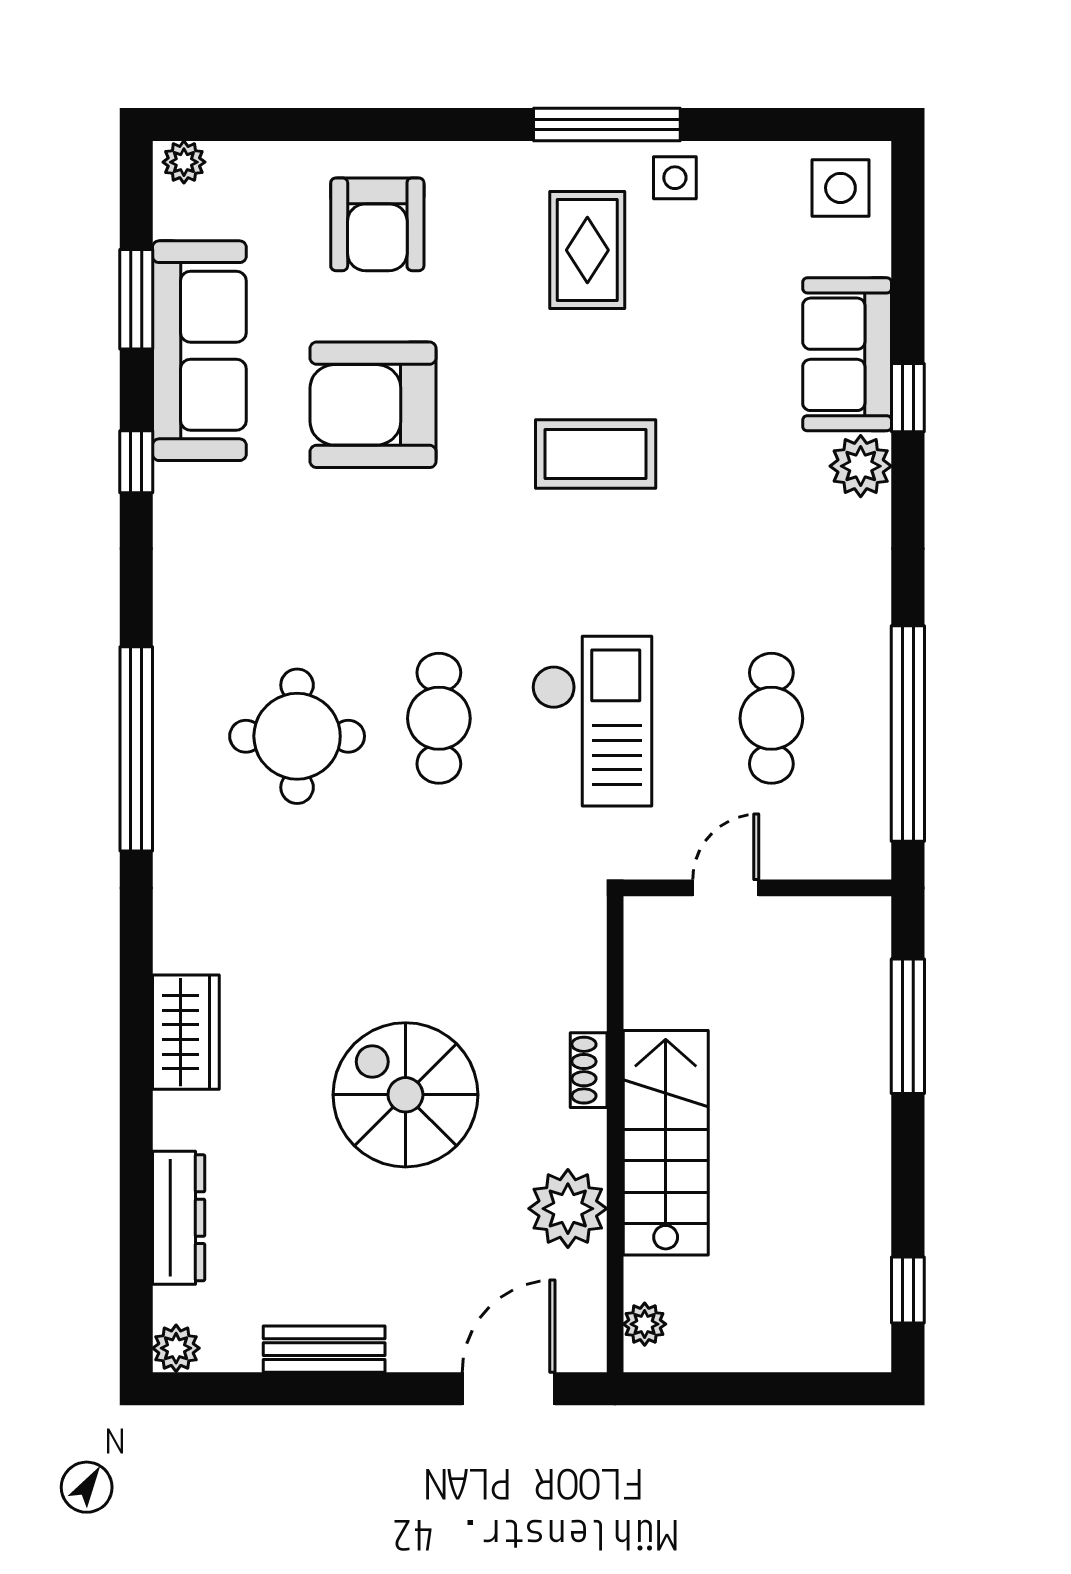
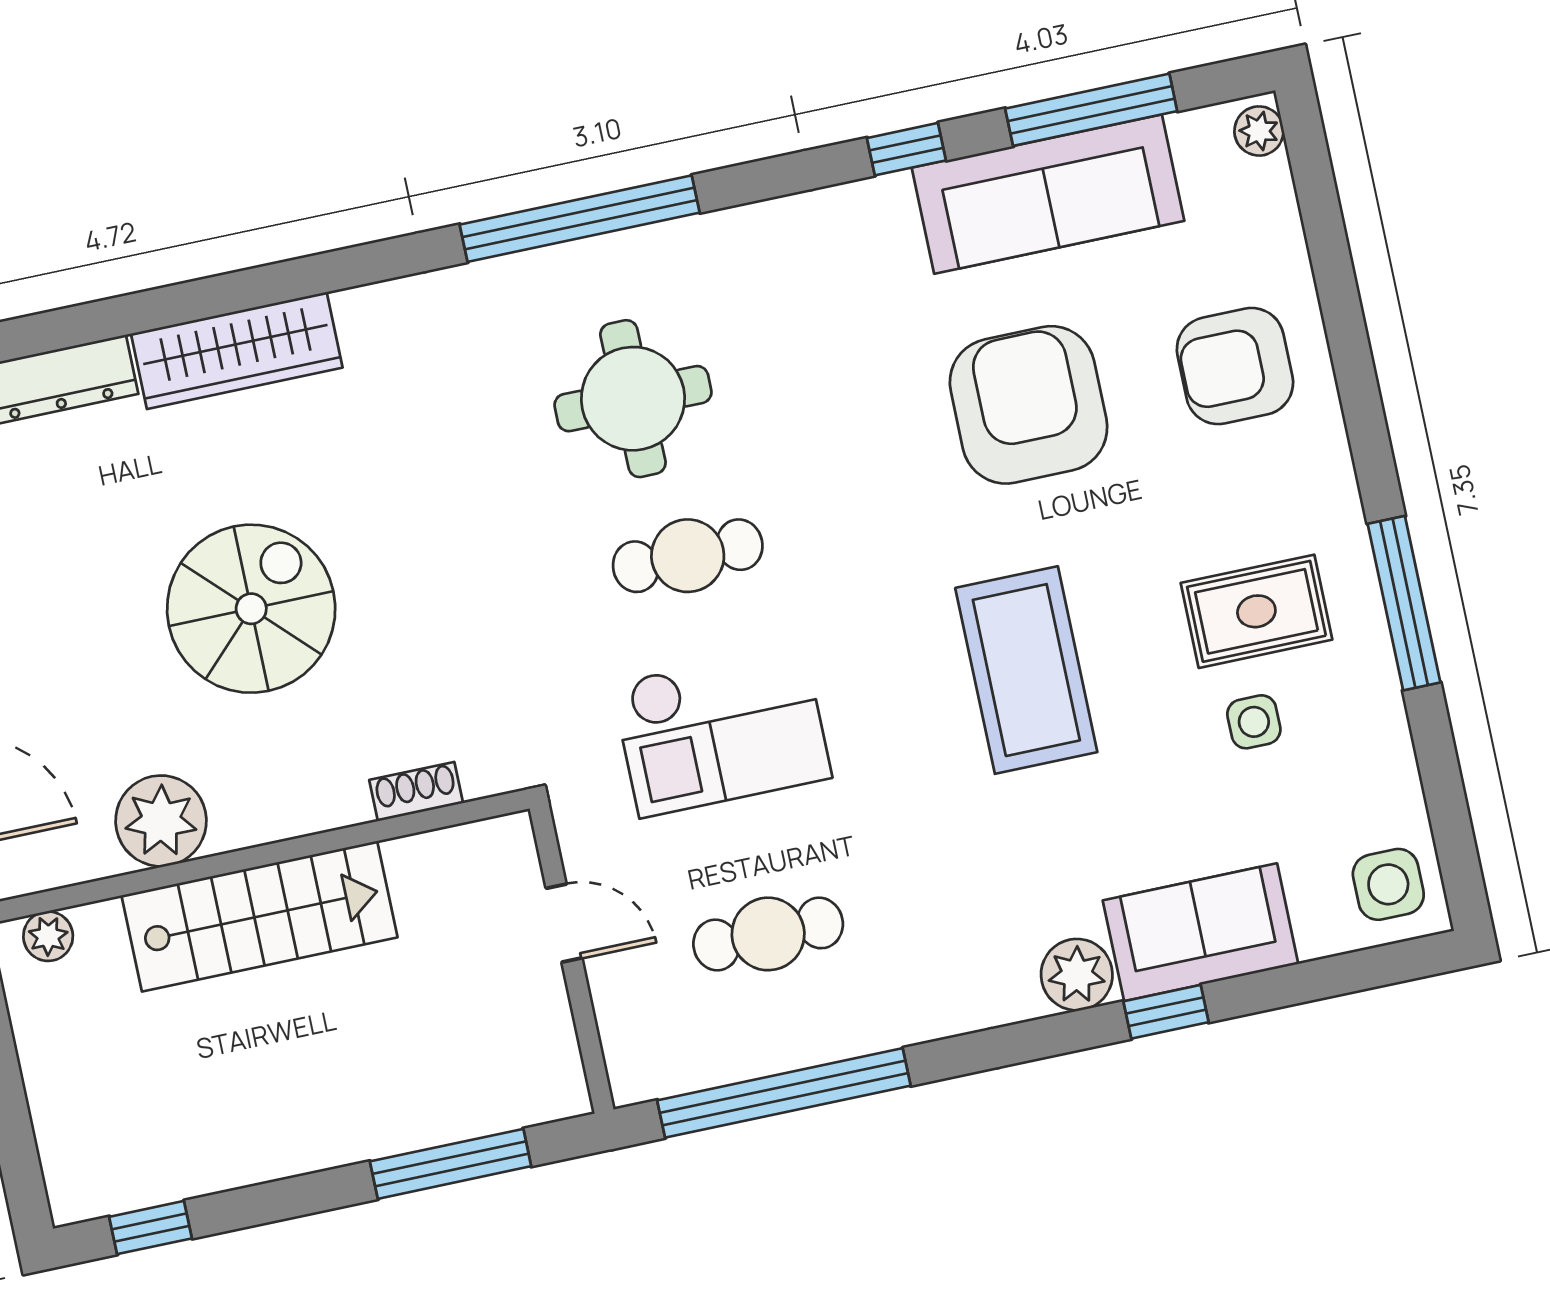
side table: (675, 178) -> (1254, 722), moved
window: (136, 299) -> (1091, 110), width x1.44
coffee table: (596, 454) -> (1026, 670), width x1.36, depth x1.32
wardrobe: (186, 1032) -> (237, 351), width x1.50
shoe rack: (589, 1070) -> (416, 791), moved

